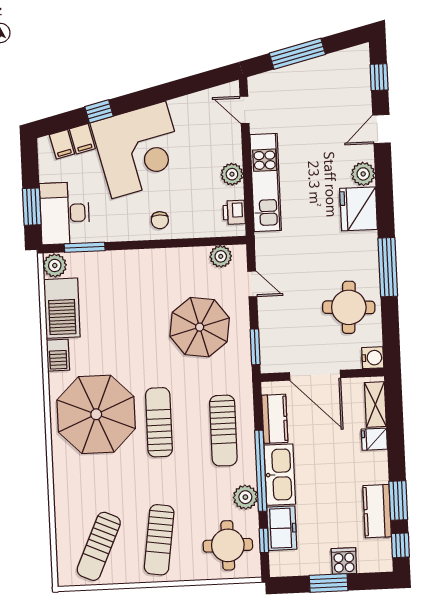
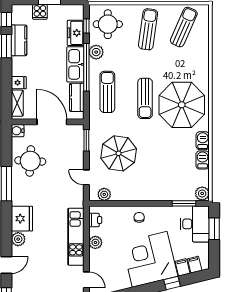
barbecue: (62, 308) -> (203, 160), width x0.53, depth x0.65

